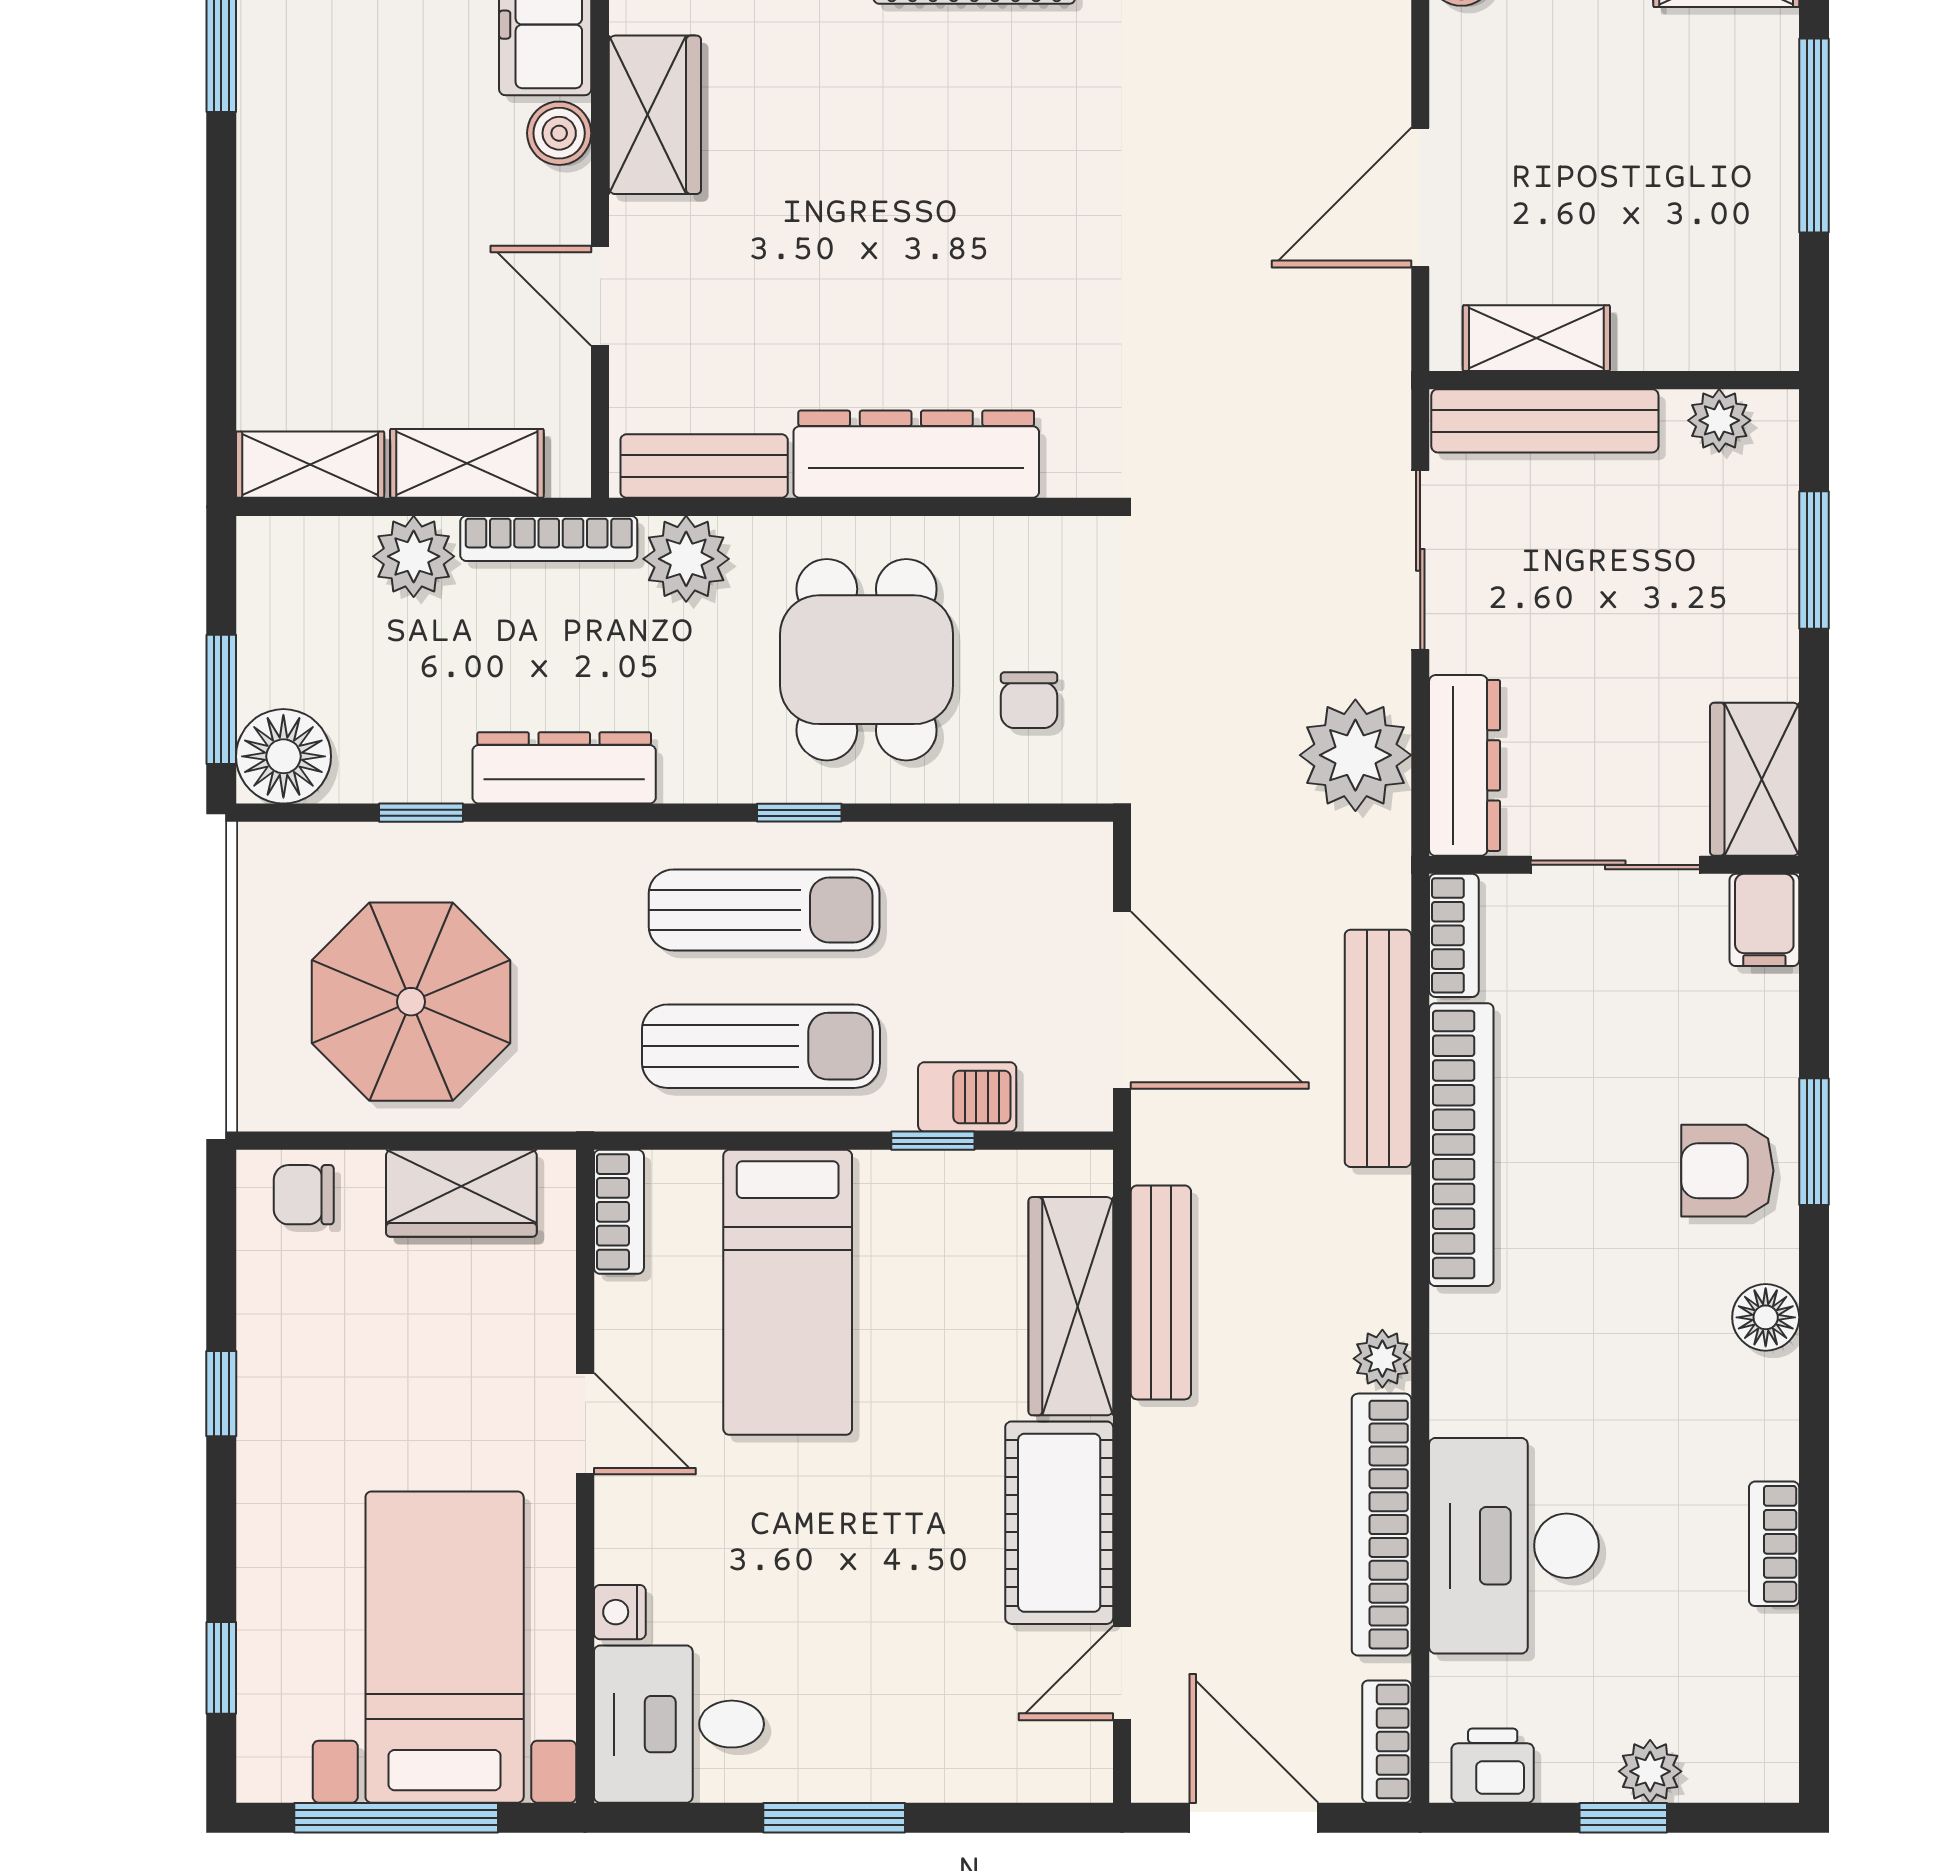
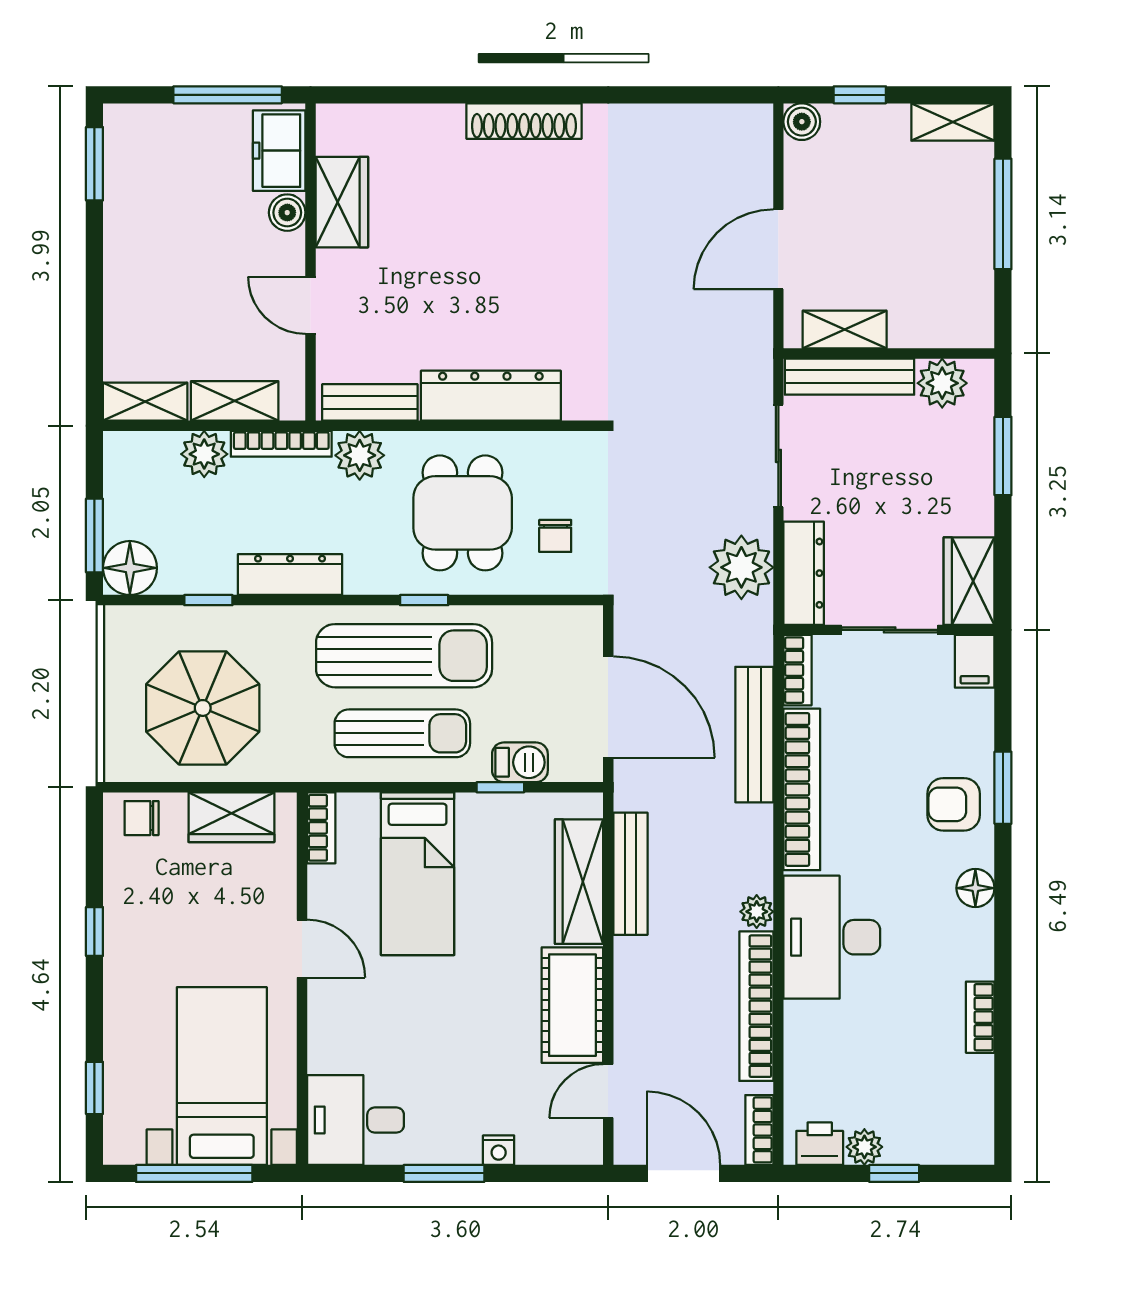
plant: (1719, 420) -> (942, 383), width x1.38, depth x1.38
sun lounger: (764, 910) -> (404, 656), width x1.36, depth x1.34
desk: (1514, 1546) -> (832, 937), moved
nightstand: (620, 1612) -> (499, 1150), moved, turned -90
plant: (1650, 1771) -> (864, 1147), moved

